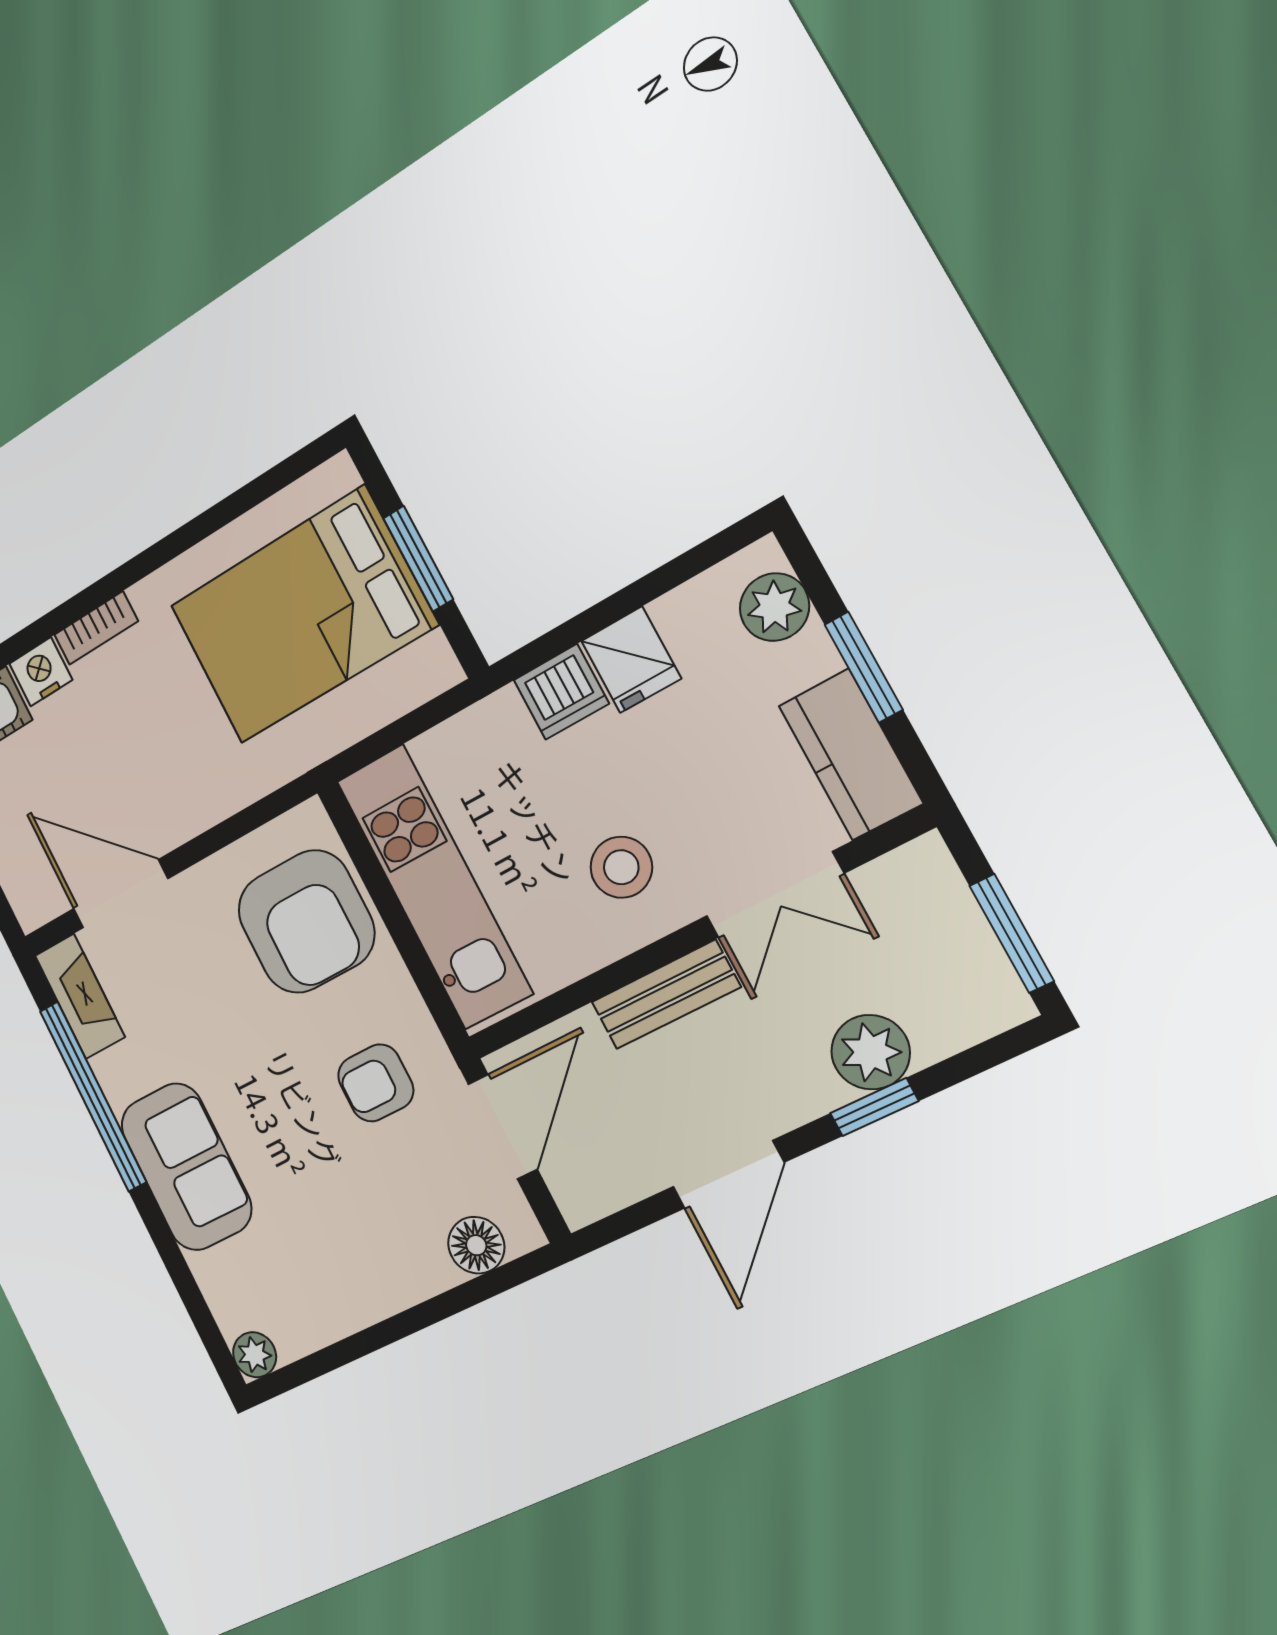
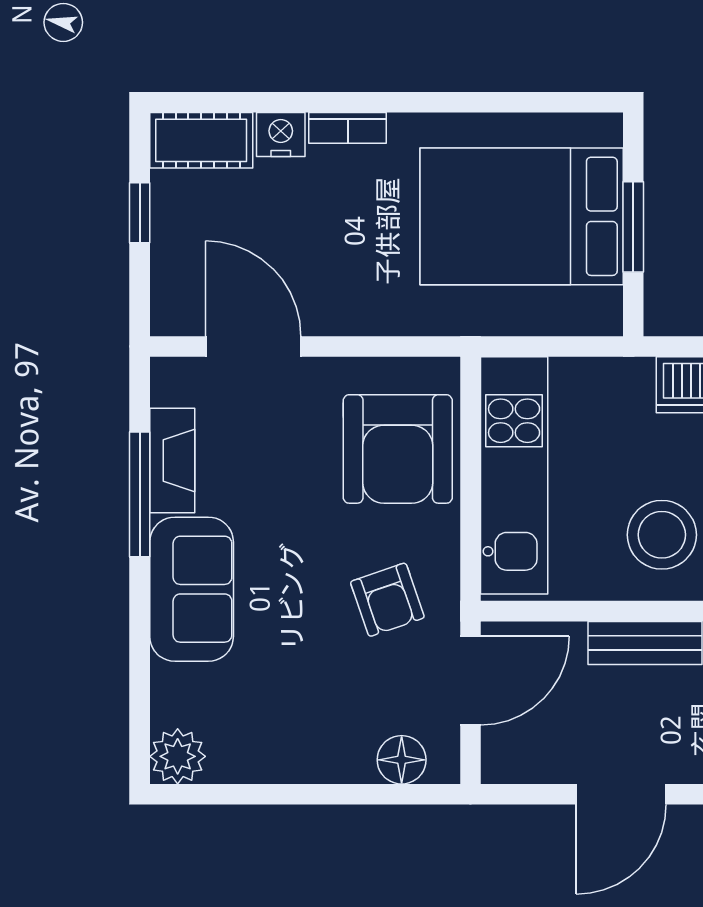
stool: (621, 867) -> (662, 535), width x1.38, depth x1.38
fireplace: (80, 996) -> (172, 461), moved
armchair: (376, 1083) -> (387, 600), turned -109
window: (93, 1096) -> (140, 494), width x0.68
plant: (255, 1355) -> (178, 756), width x1.38, depth x1.38

